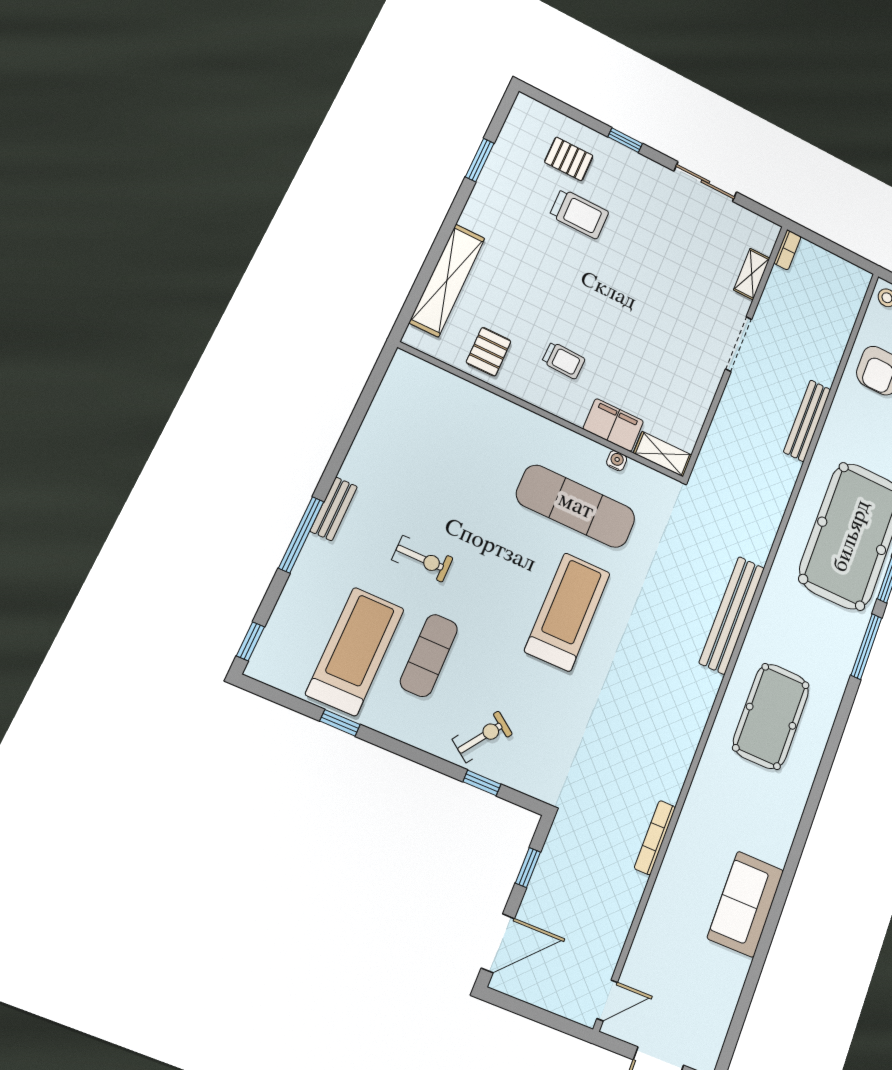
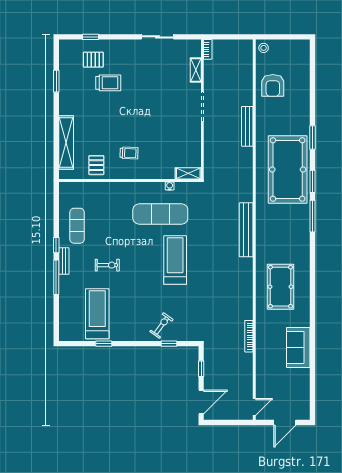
window: (625, 140) -> (91, 37), moved
filing cabinet: (613, 425) -> (162, 171), removed
window: (250, 641) -> (56, 245), moved
exercise mat: (429, 655) -> (77, 226), moved
pool table: (771, 716) -> (280, 287), moved

